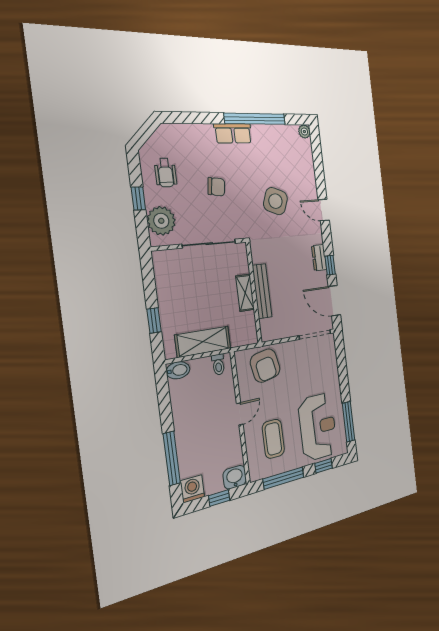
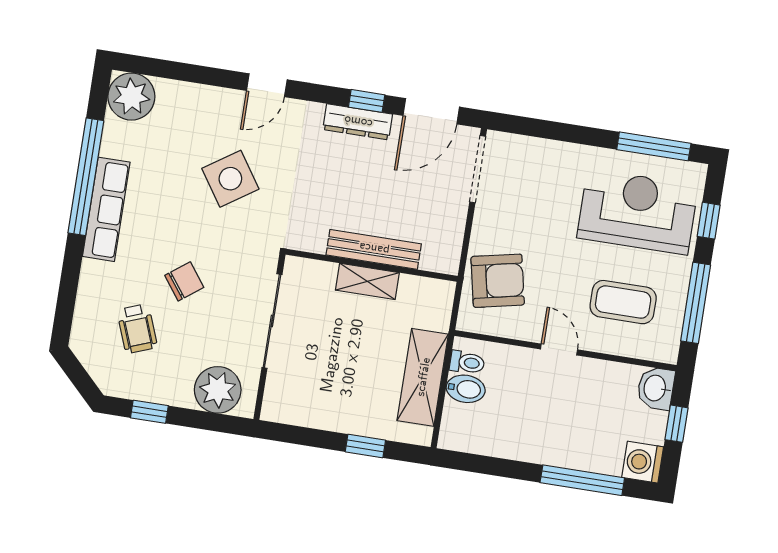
plant: (304, 132) -> (131, 97), width x1.88, depth x1.88
row of seats: (233, 133) -> (106, 209), width x1.48
wheelchair: (166, 173) -> (137, 329), moved, turned 69
chair: (216, 187) -> (184, 281), turned 45
window: (138, 198) -> (149, 412), moved
side table: (275, 201) -> (230, 179), turned 34
dresser: (319, 258) -> (358, 122), width x1.44
bidet: (178, 370) -> (466, 389), moved, turned 90

